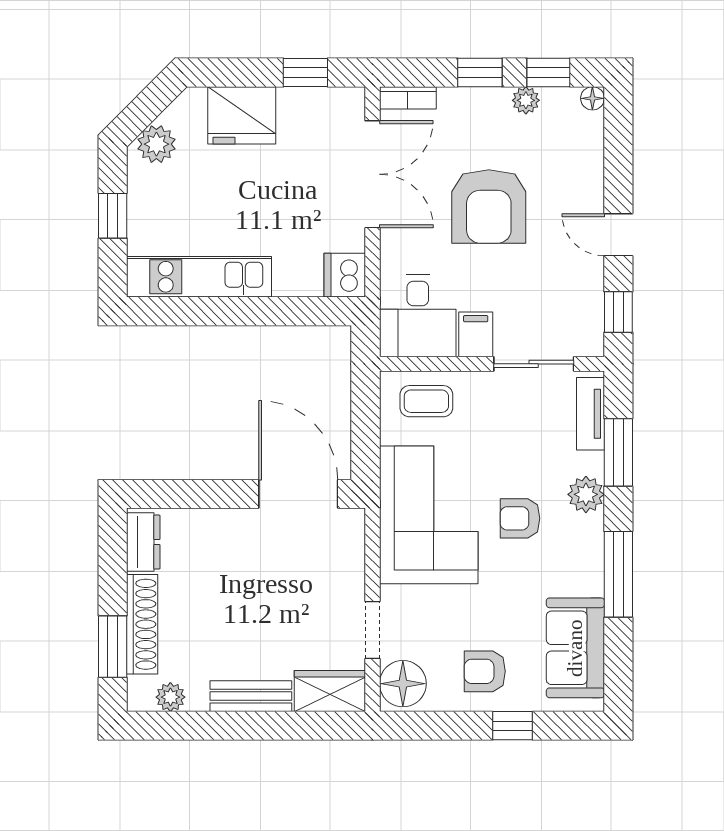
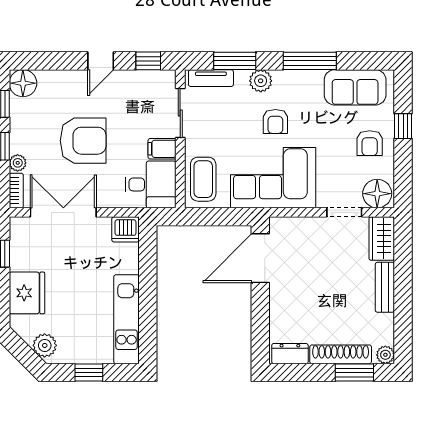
floor lamp: (592, 98) -> (23, 83), width x1.89, depth x1.89
plant: (526, 100) -> (18, 163), moved
coffee table: (426, 401) -> (203, 179), width x1.36, depth x1.30
plant: (170, 697) -> (385, 355), moved

